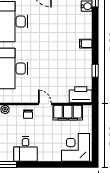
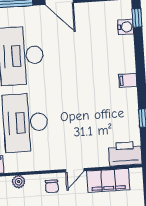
door: (45, 104) -> (75, 170), swing flipped

